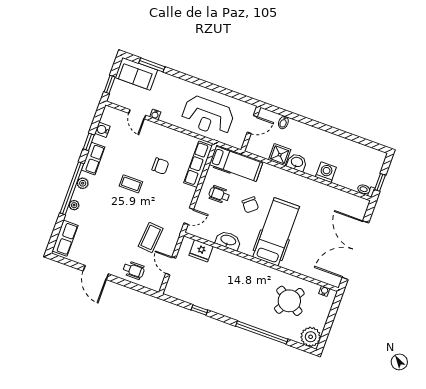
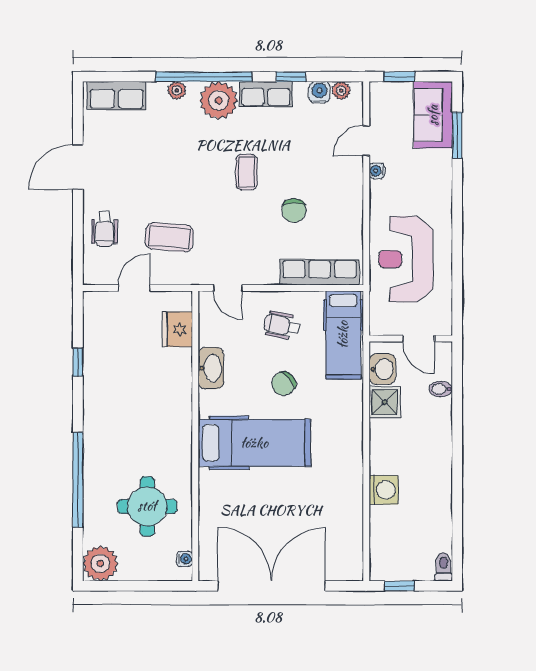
plant: (106, 118) -> (341, 91), added
washbasin: (297, 162) -> (382, 369), moved
plant: (83, 183) -> (219, 100), width x1.87, depth x1.87
toilet: (366, 190) -> (444, 567), moved
wheelchair: (219, 195) -> (282, 326), turned -78
round table: (289, 301) -> (147, 506), turned -32

